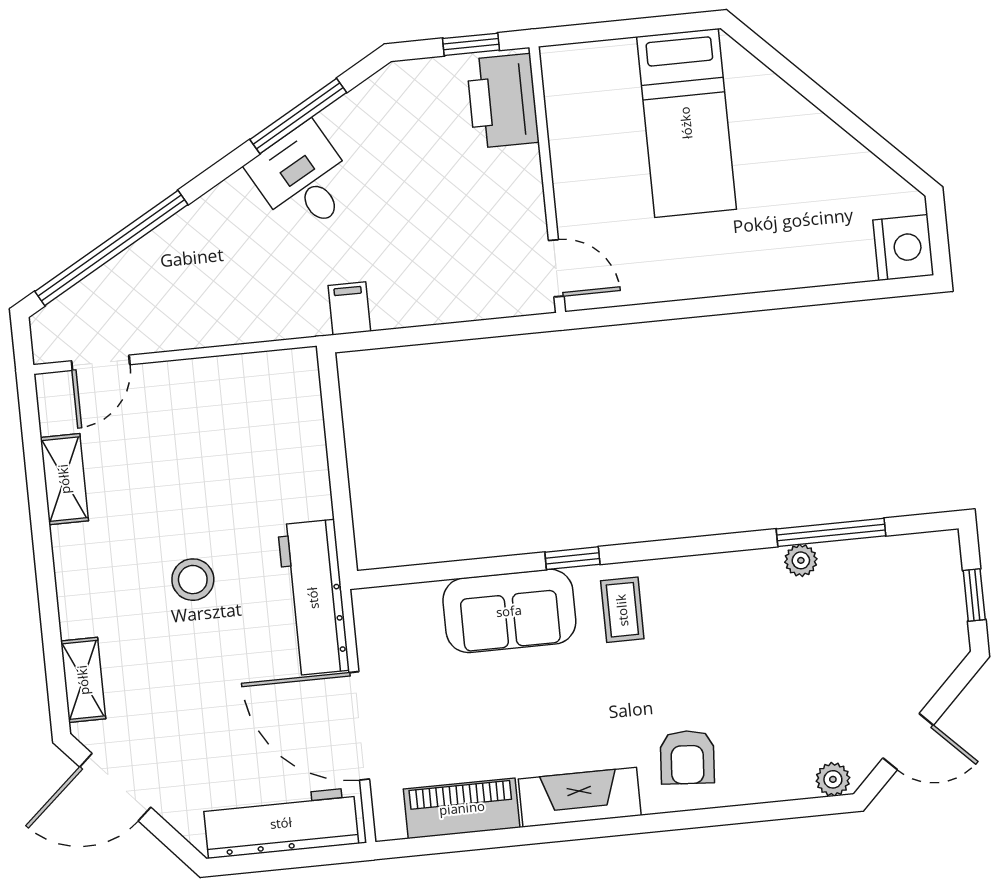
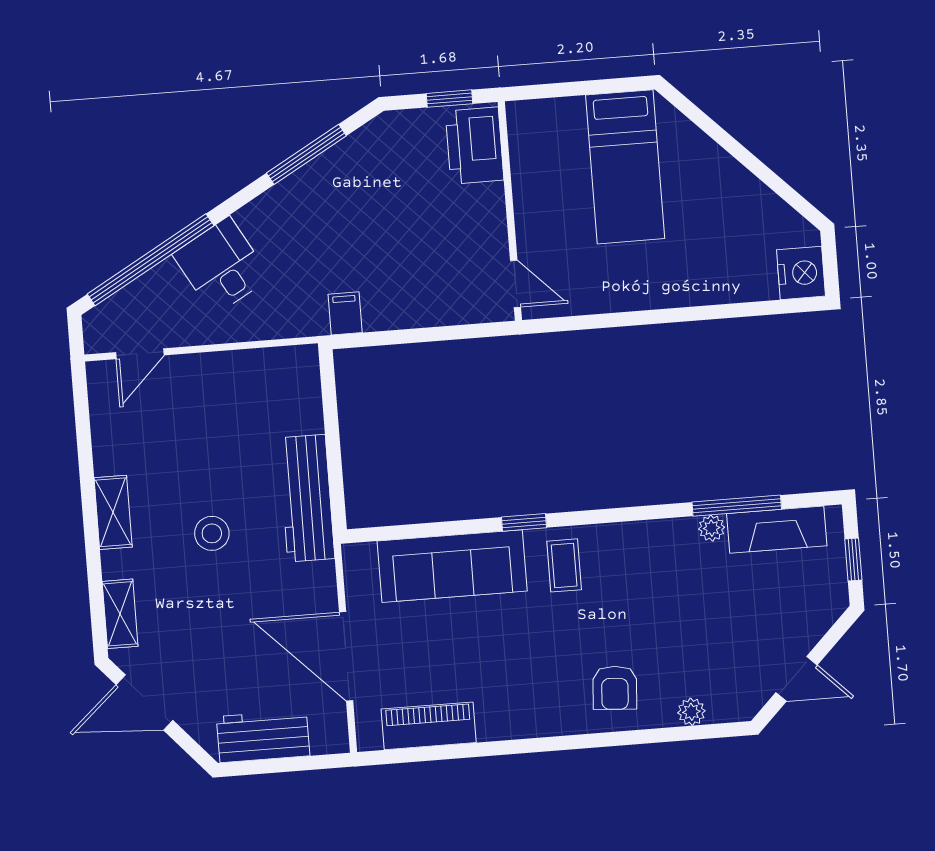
desk: (303, 179) -> (221, 266), moved
shelving: (64, 479) -> (113, 512), moved
workbench: (313, 598) -> (307, 498), moved
sofa: (509, 611) -> (452, 566), width x1.36
plant: (833, 779) -> (691, 712), moved
fireplace: (580, 797) -> (777, 530), moved, turned 180
workbench: (281, 823) -> (263, 736), width x0.73

